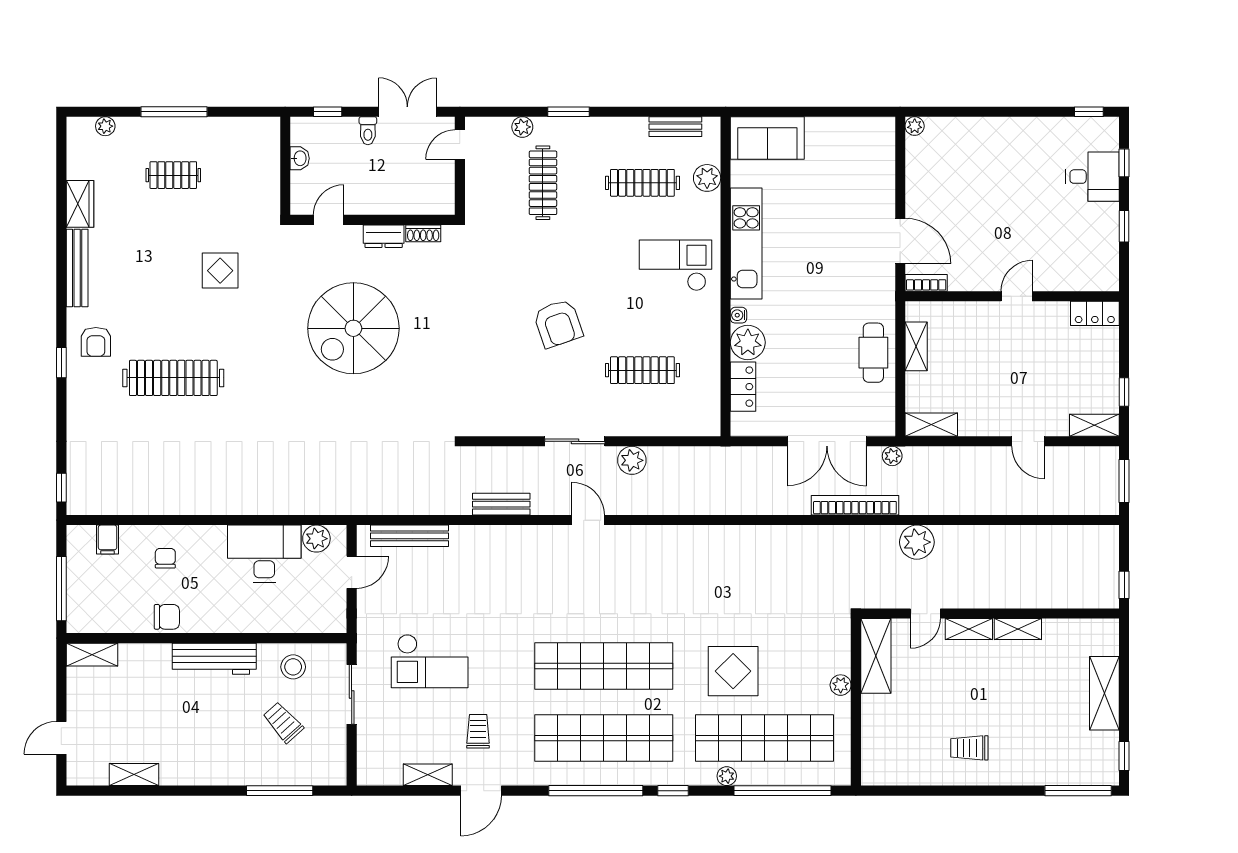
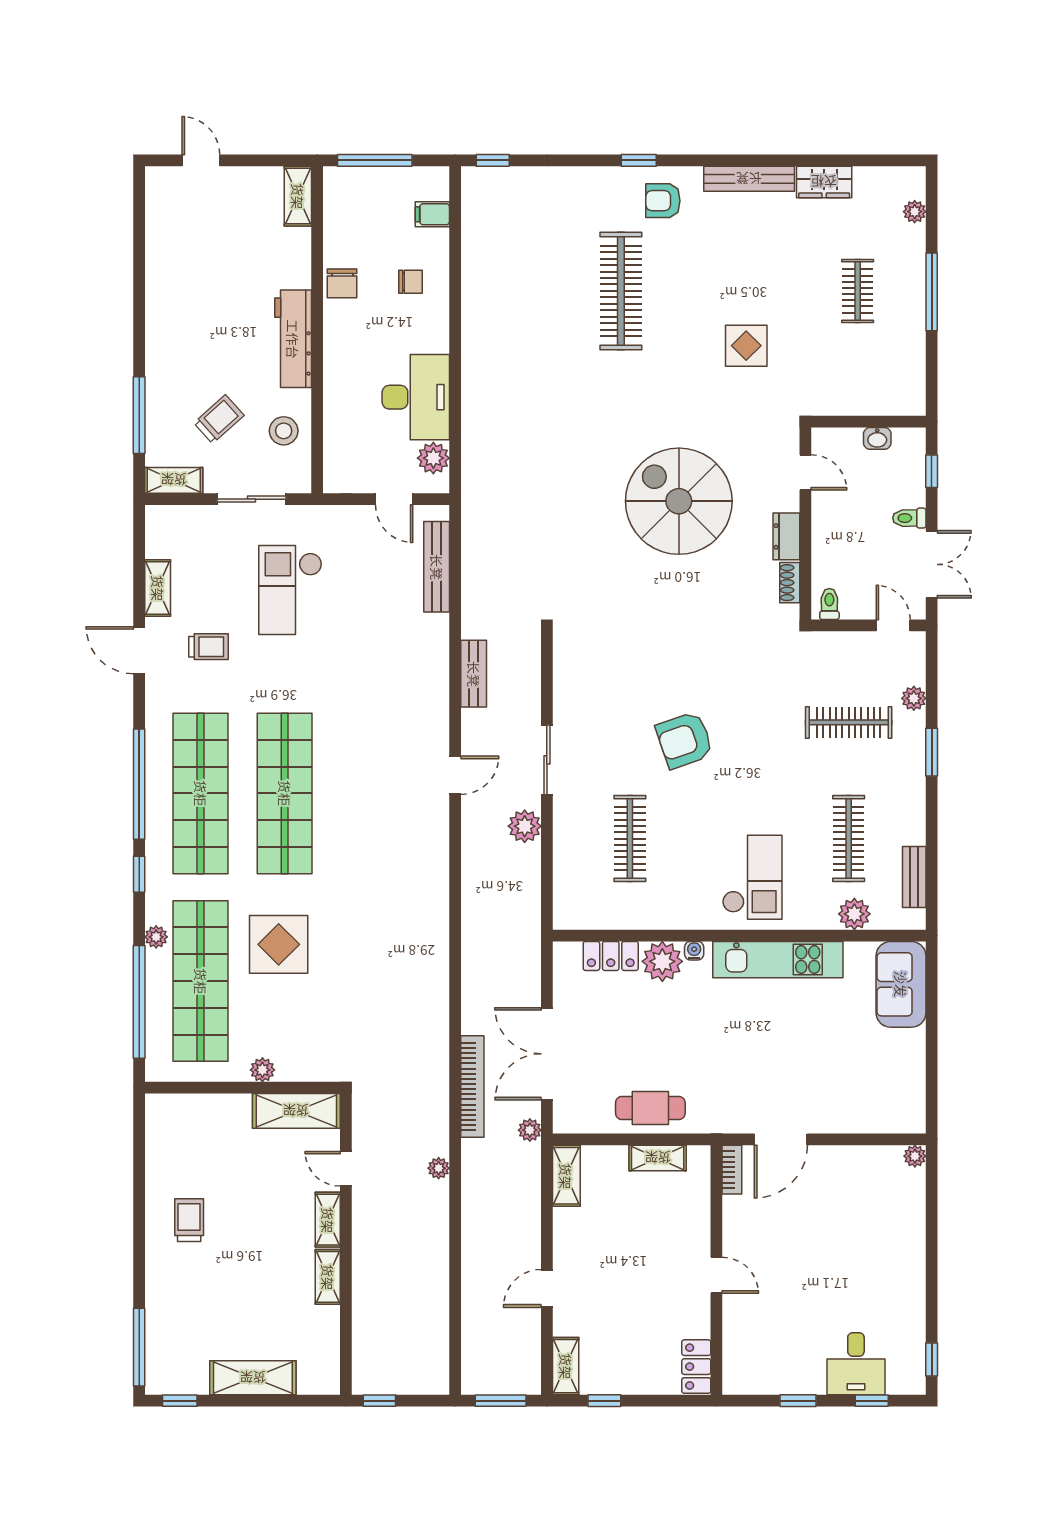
toilet: (442, 199) -> (829, 604), added
plant: (917, 542) -> (439, 1168), width x0.53, depth x0.53
shelving: (134, 775) -> (174, 480), moved, turned 90

